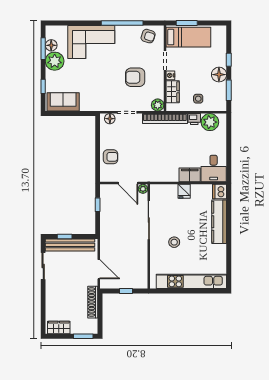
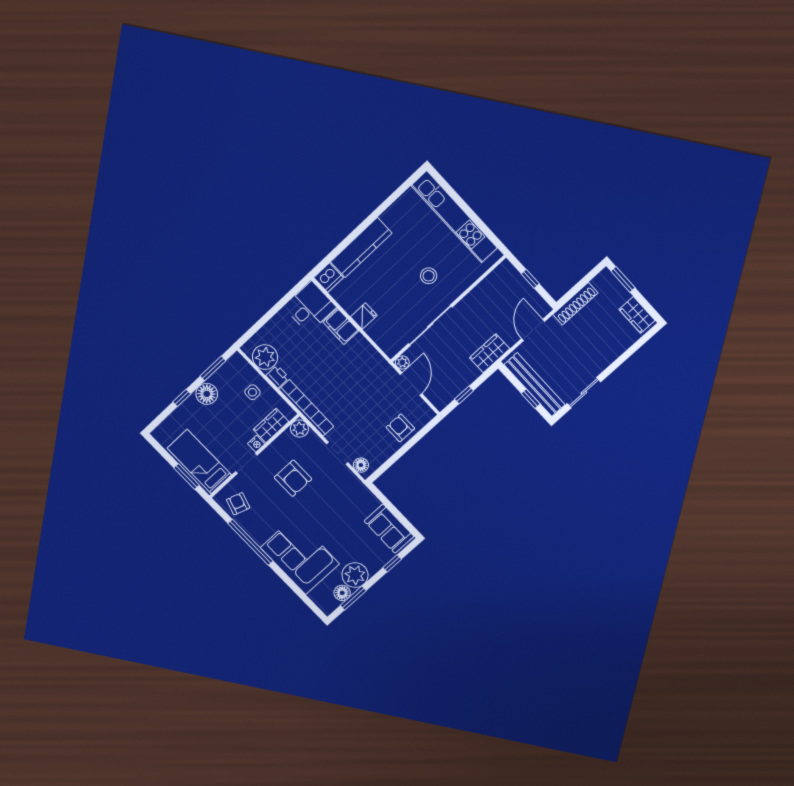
wardrobe: (107, 237) -> (490, 353), added

